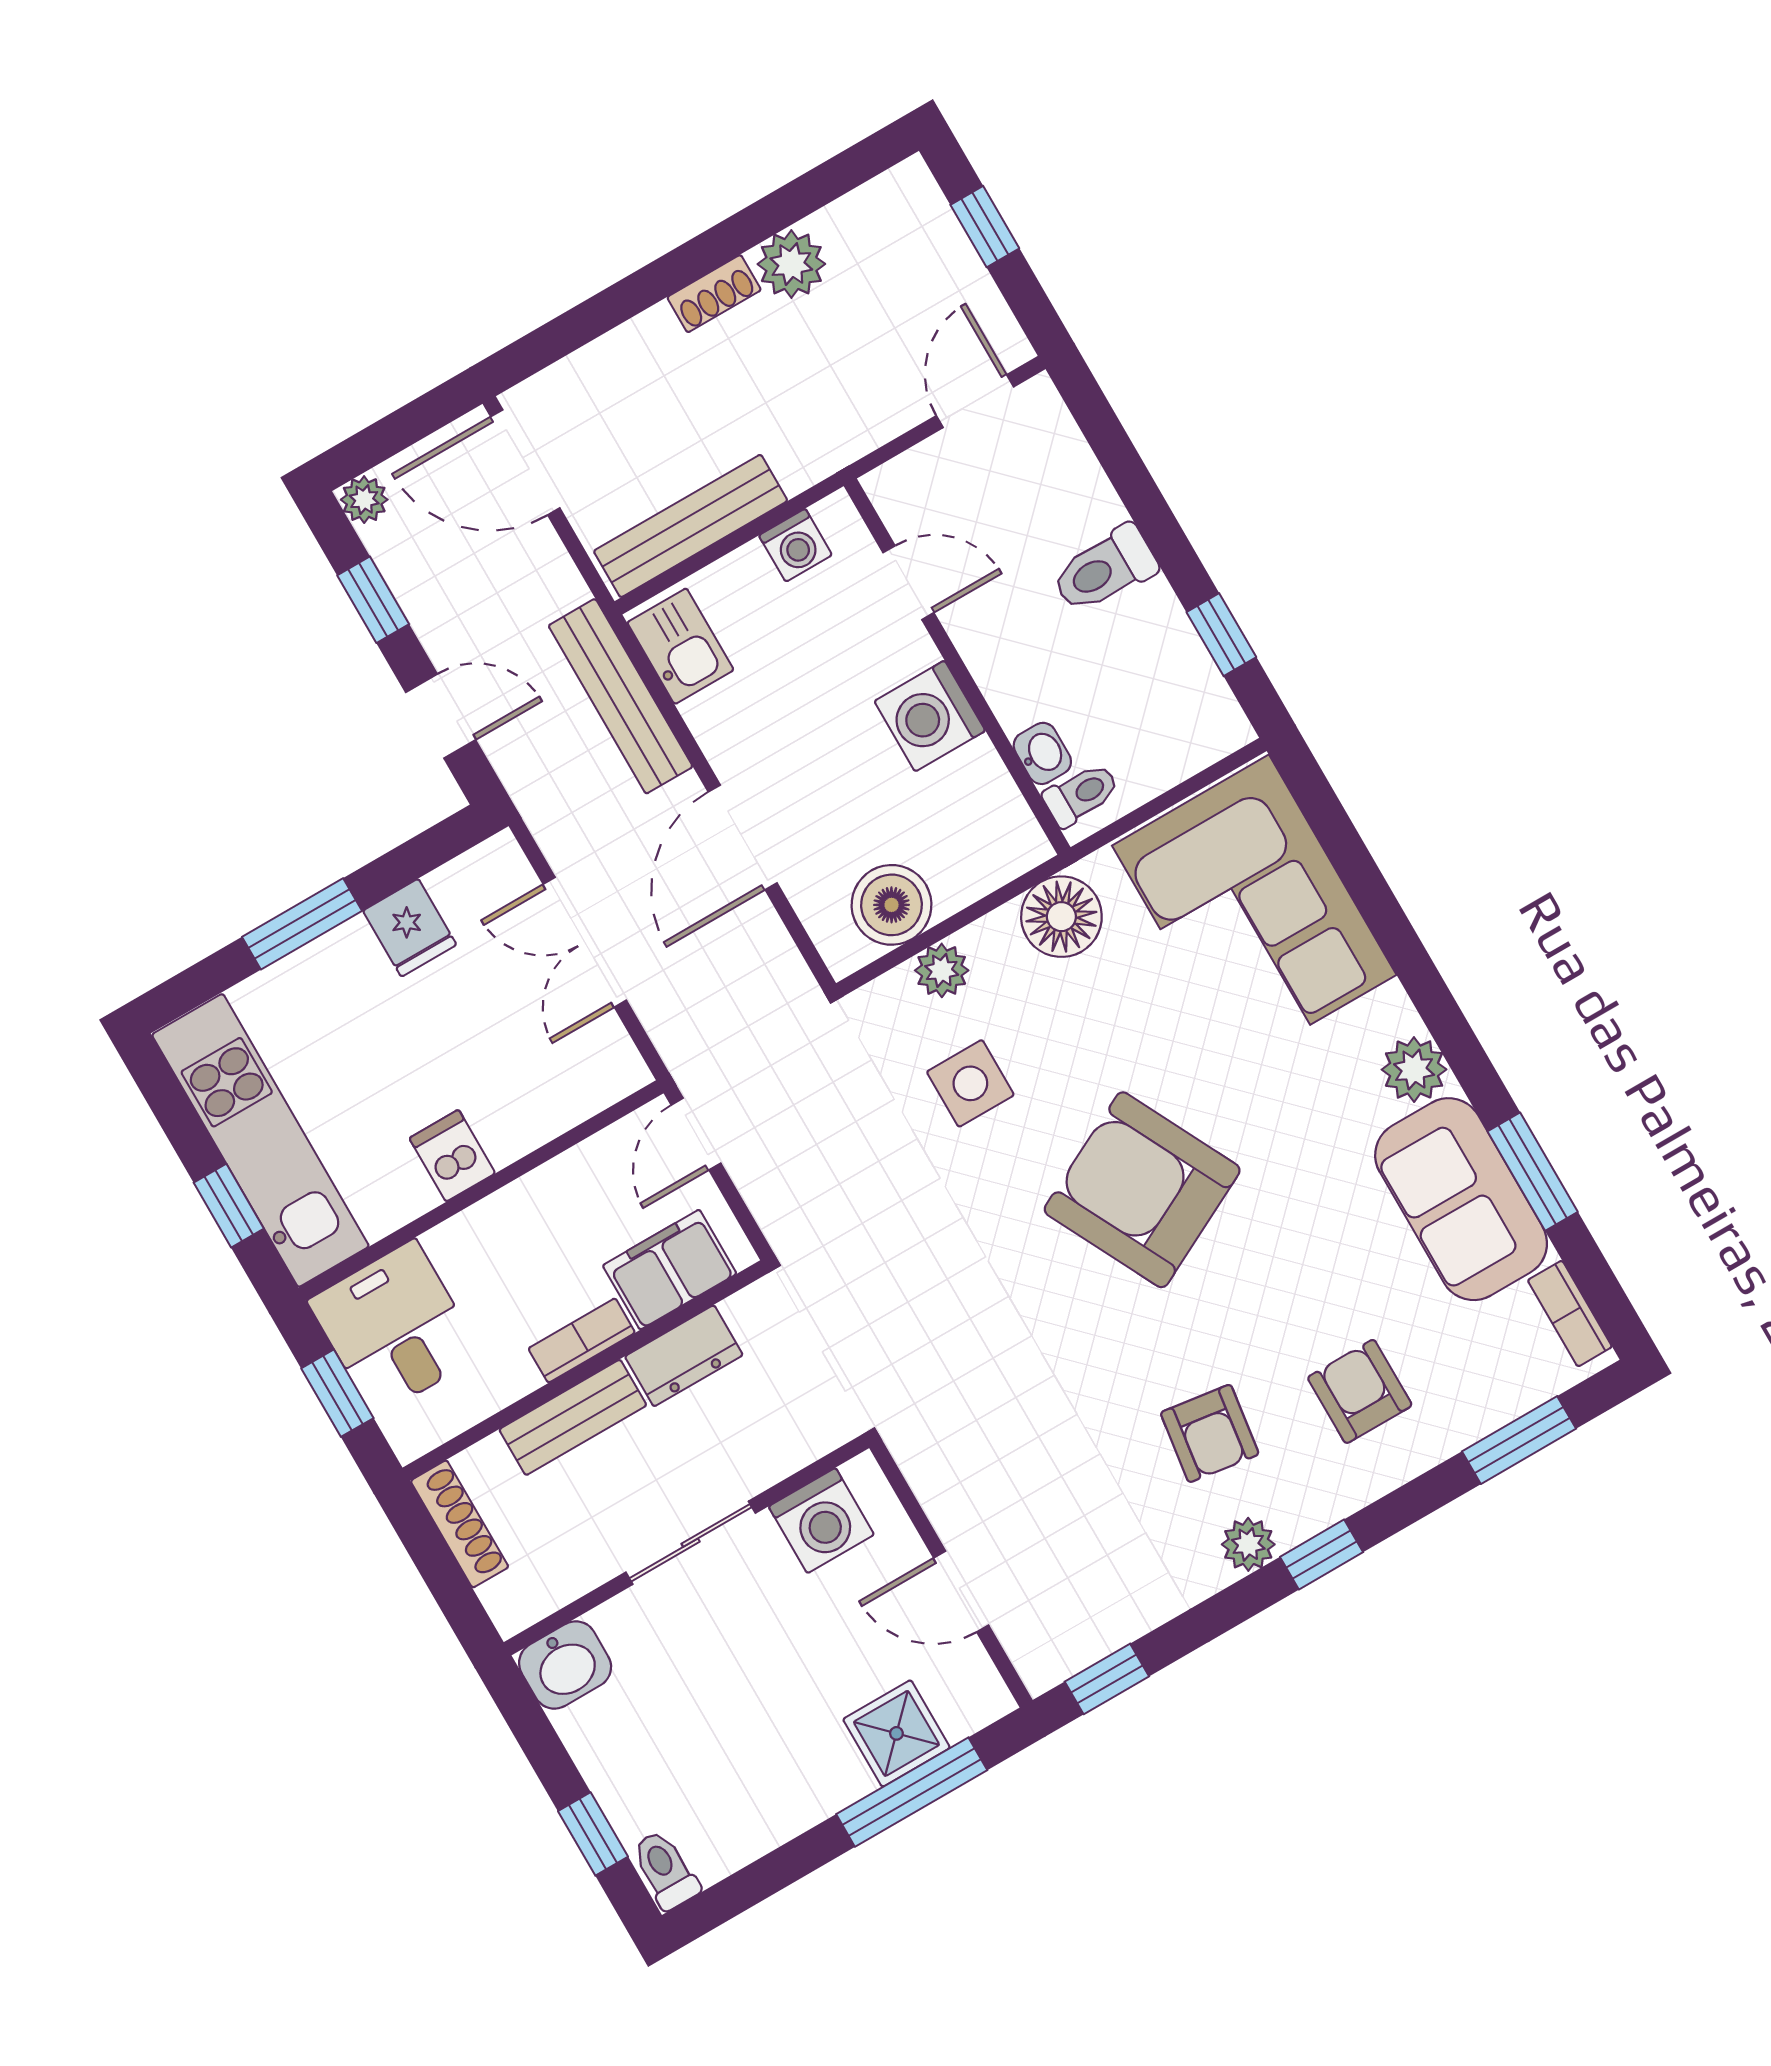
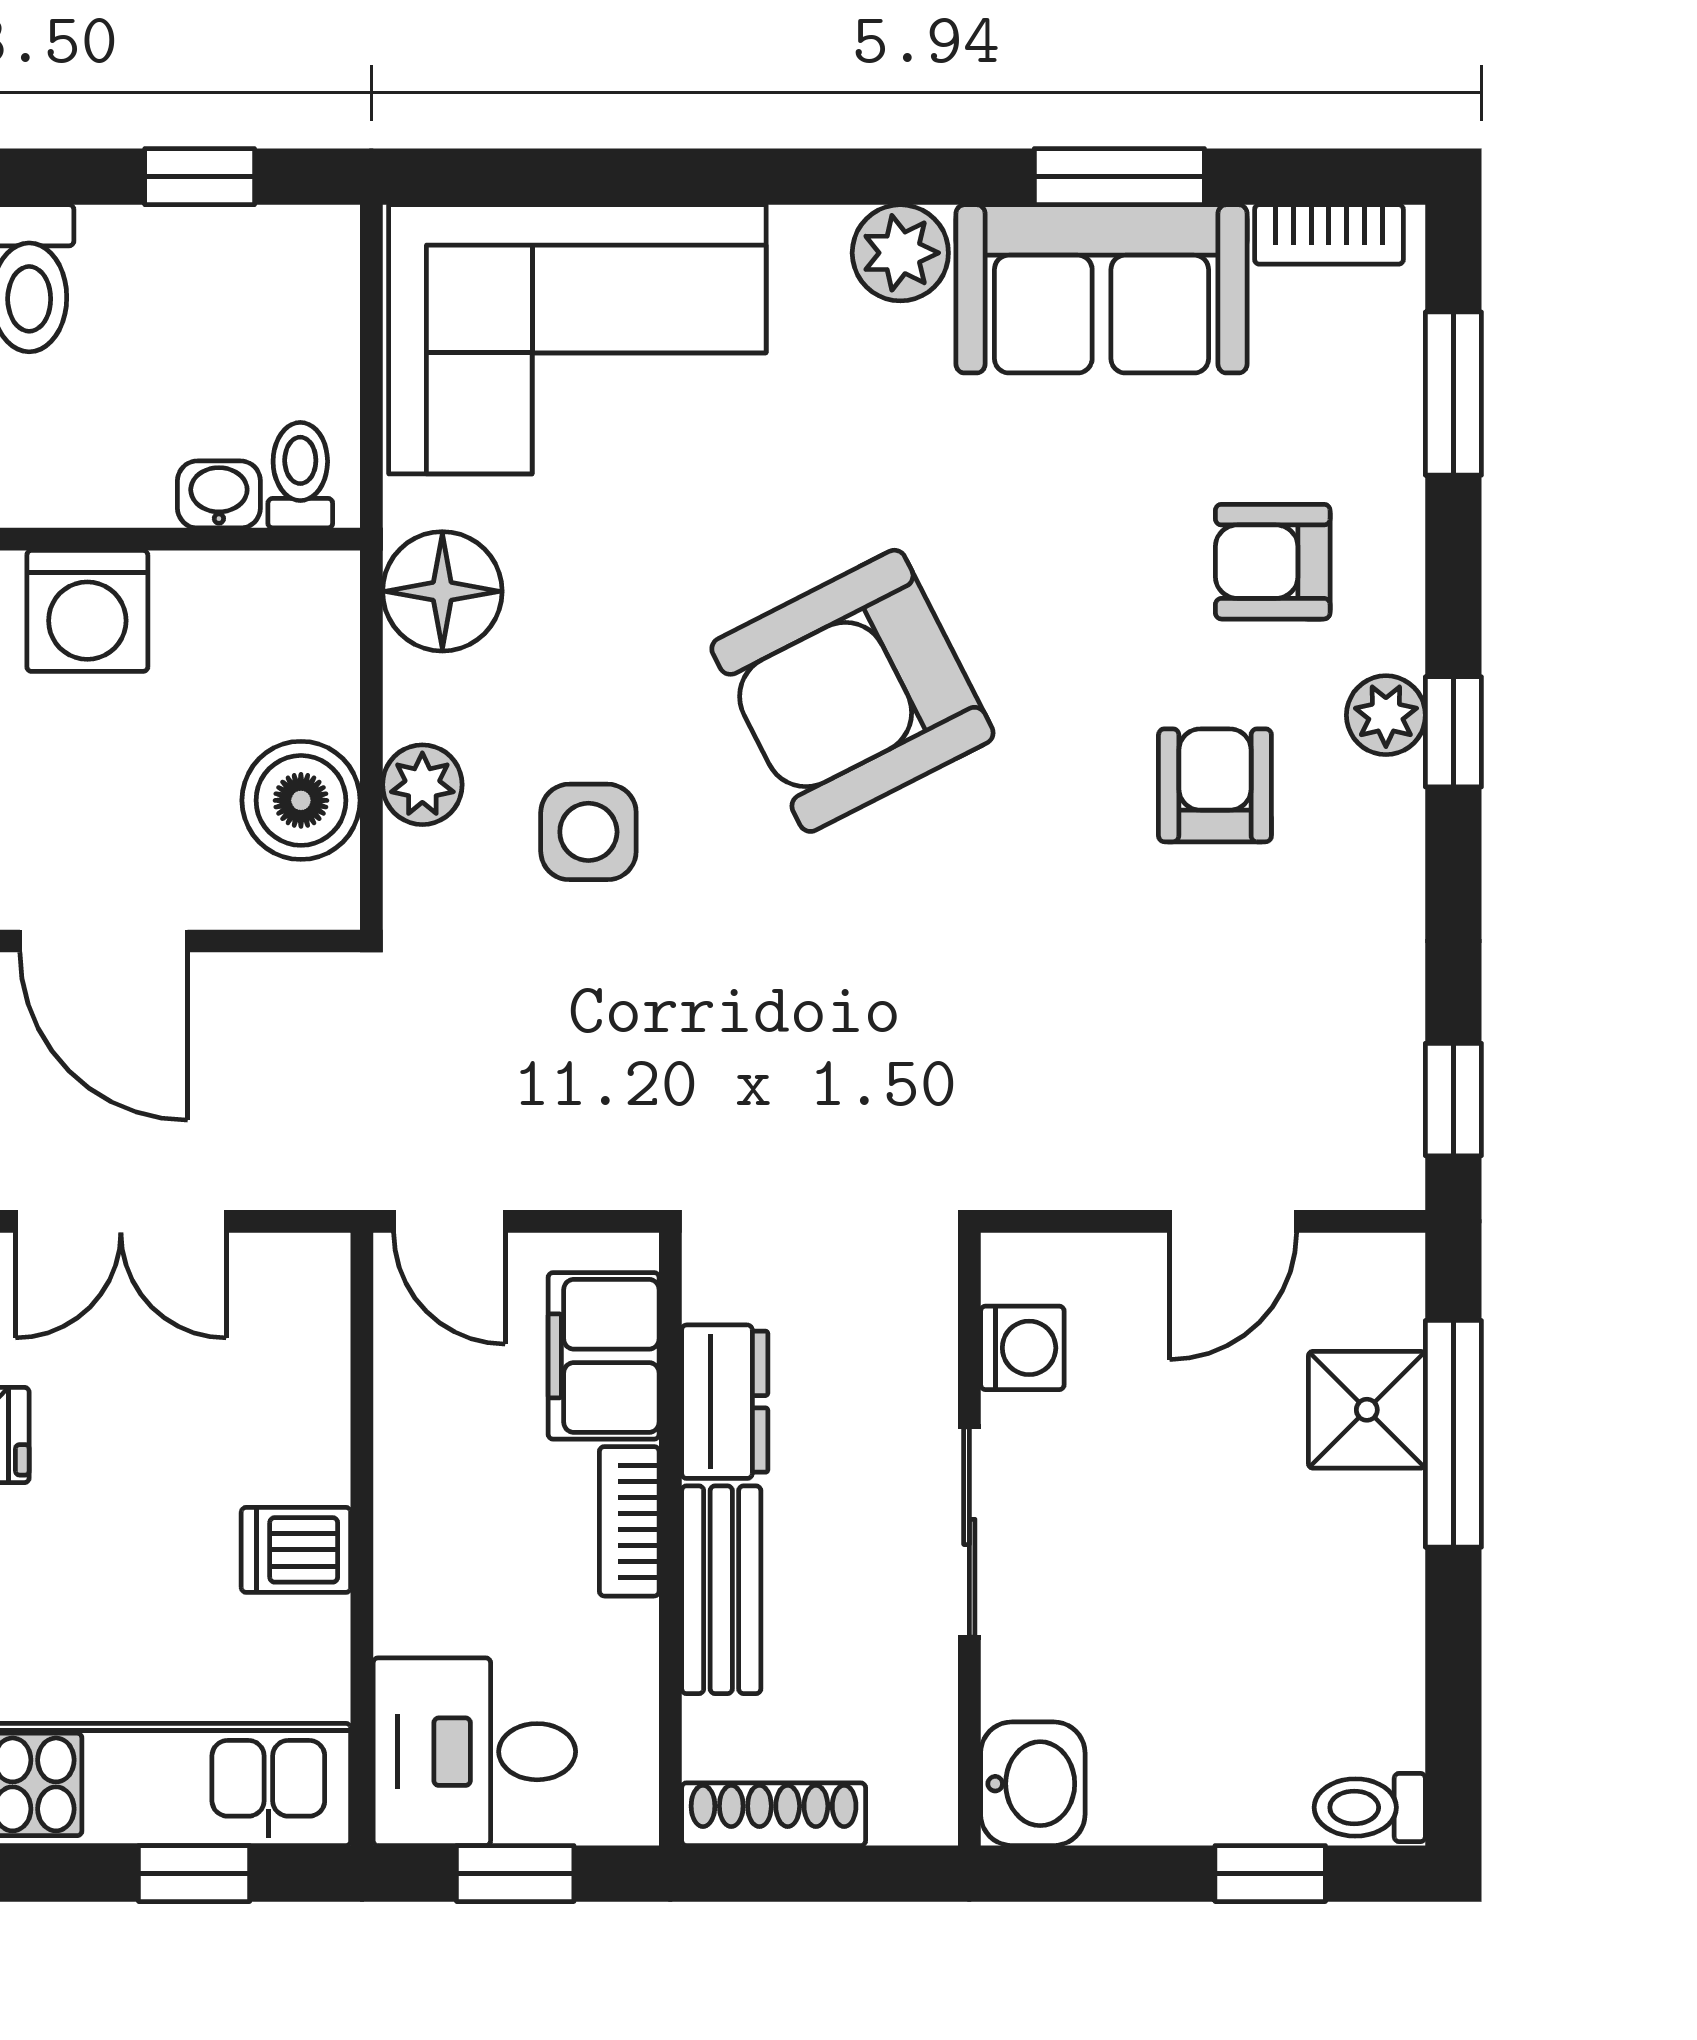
armchair: (1210, 1433) -> (1215, 785), turned -98
washing machine: (821, 1521) -> (1022, 1348), width x0.73, depth x0.73
plant: (1248, 1544) -> (1386, 715), moved

